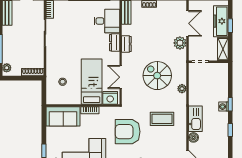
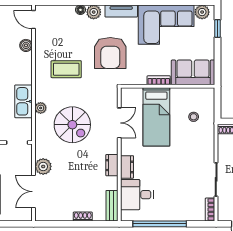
nightstand: (110, 98) -> (133, 96), removed
kitchen sink: (195, 119) -> (23, 101), moved
armchair: (128, 132) -> (110, 53), turned 90

